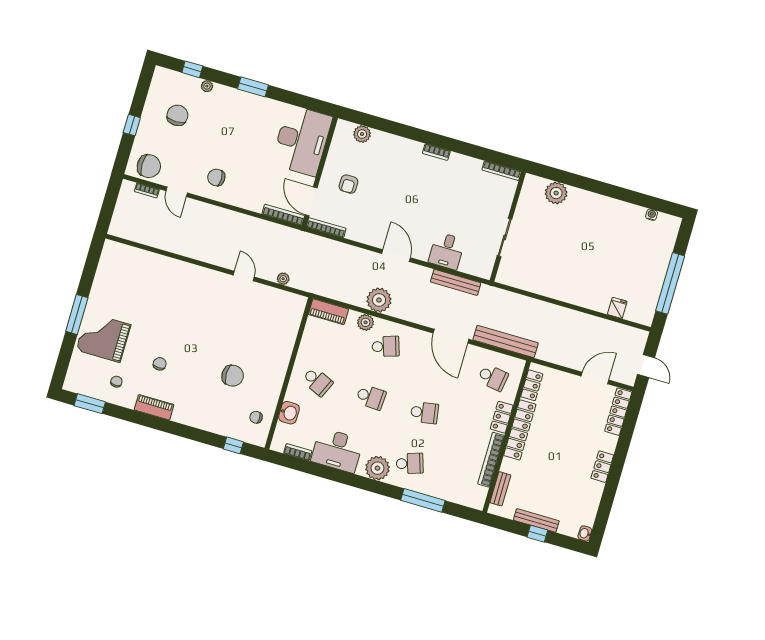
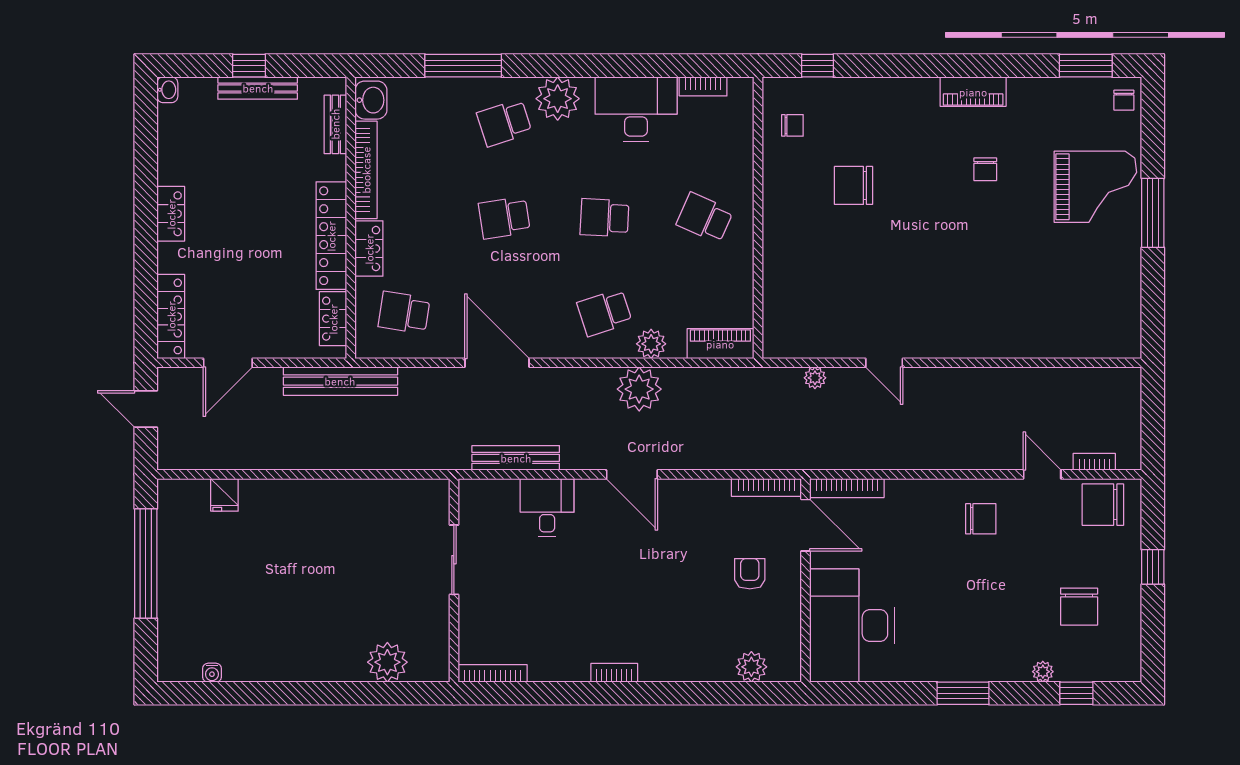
bench: (506, 341) -> (340, 381), moved
chair: (116, 382) -> (1124, 100), moved
washbasin: (289, 413) -> (371, 100), moved, turned 180

